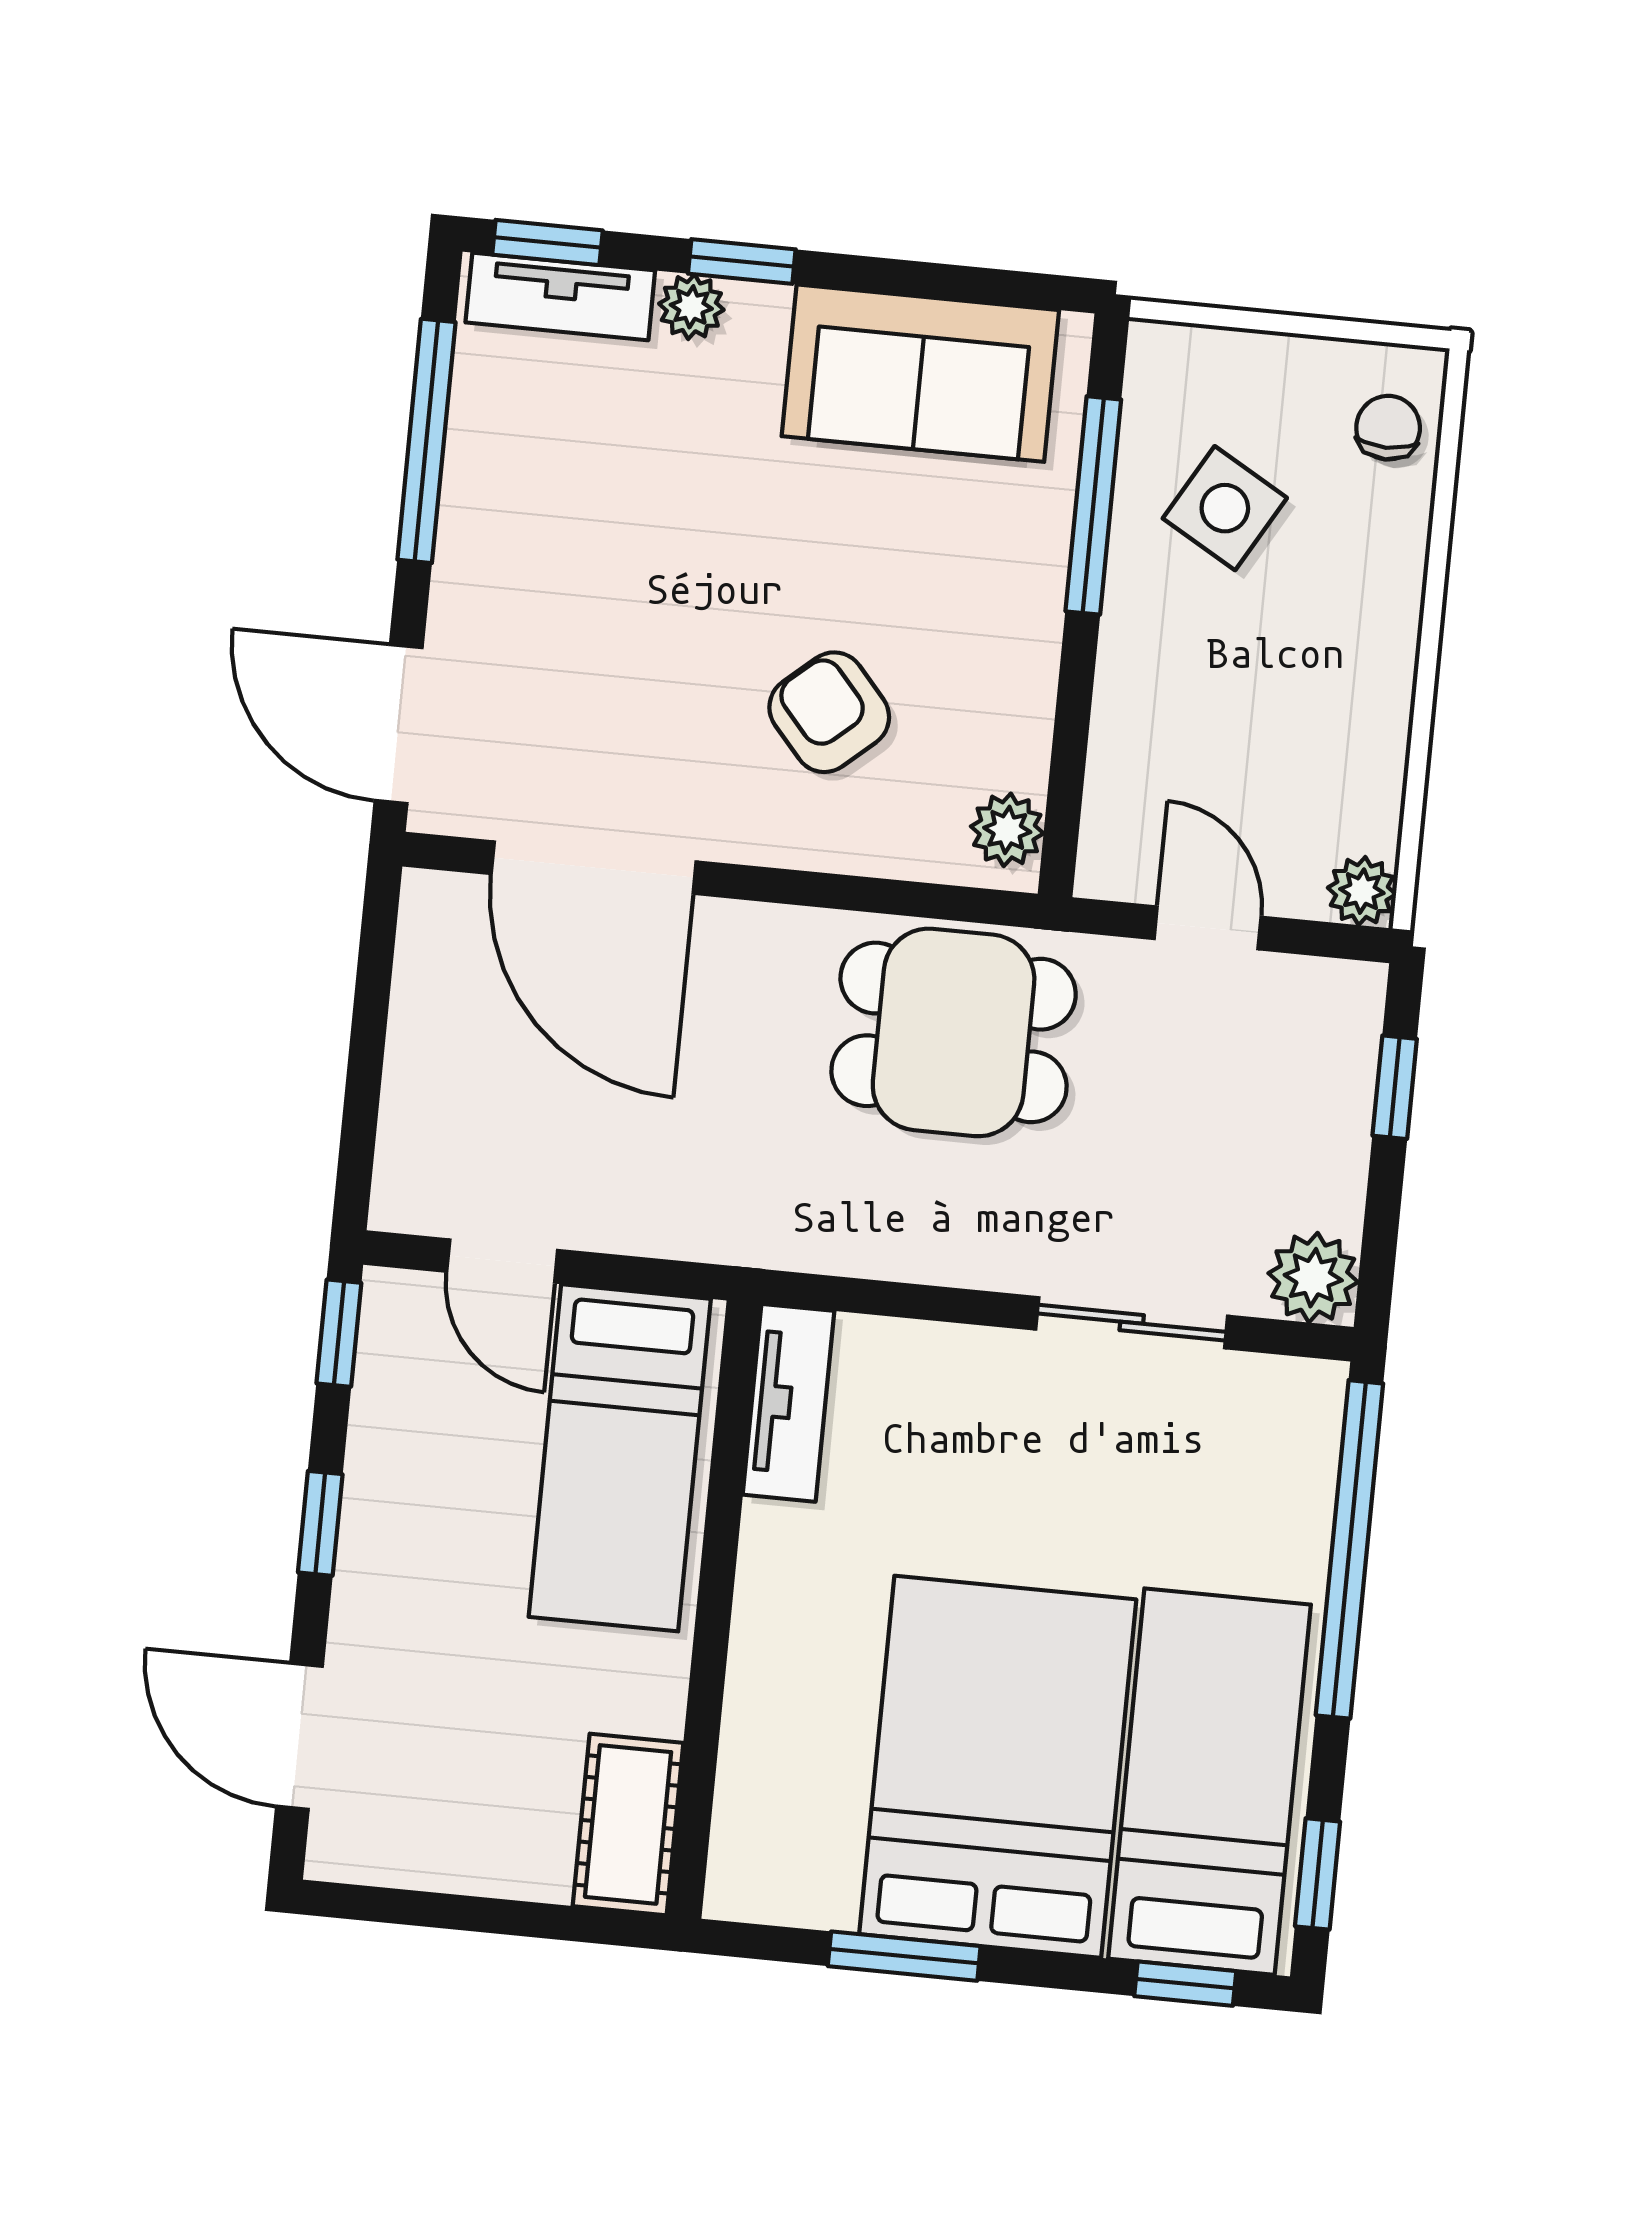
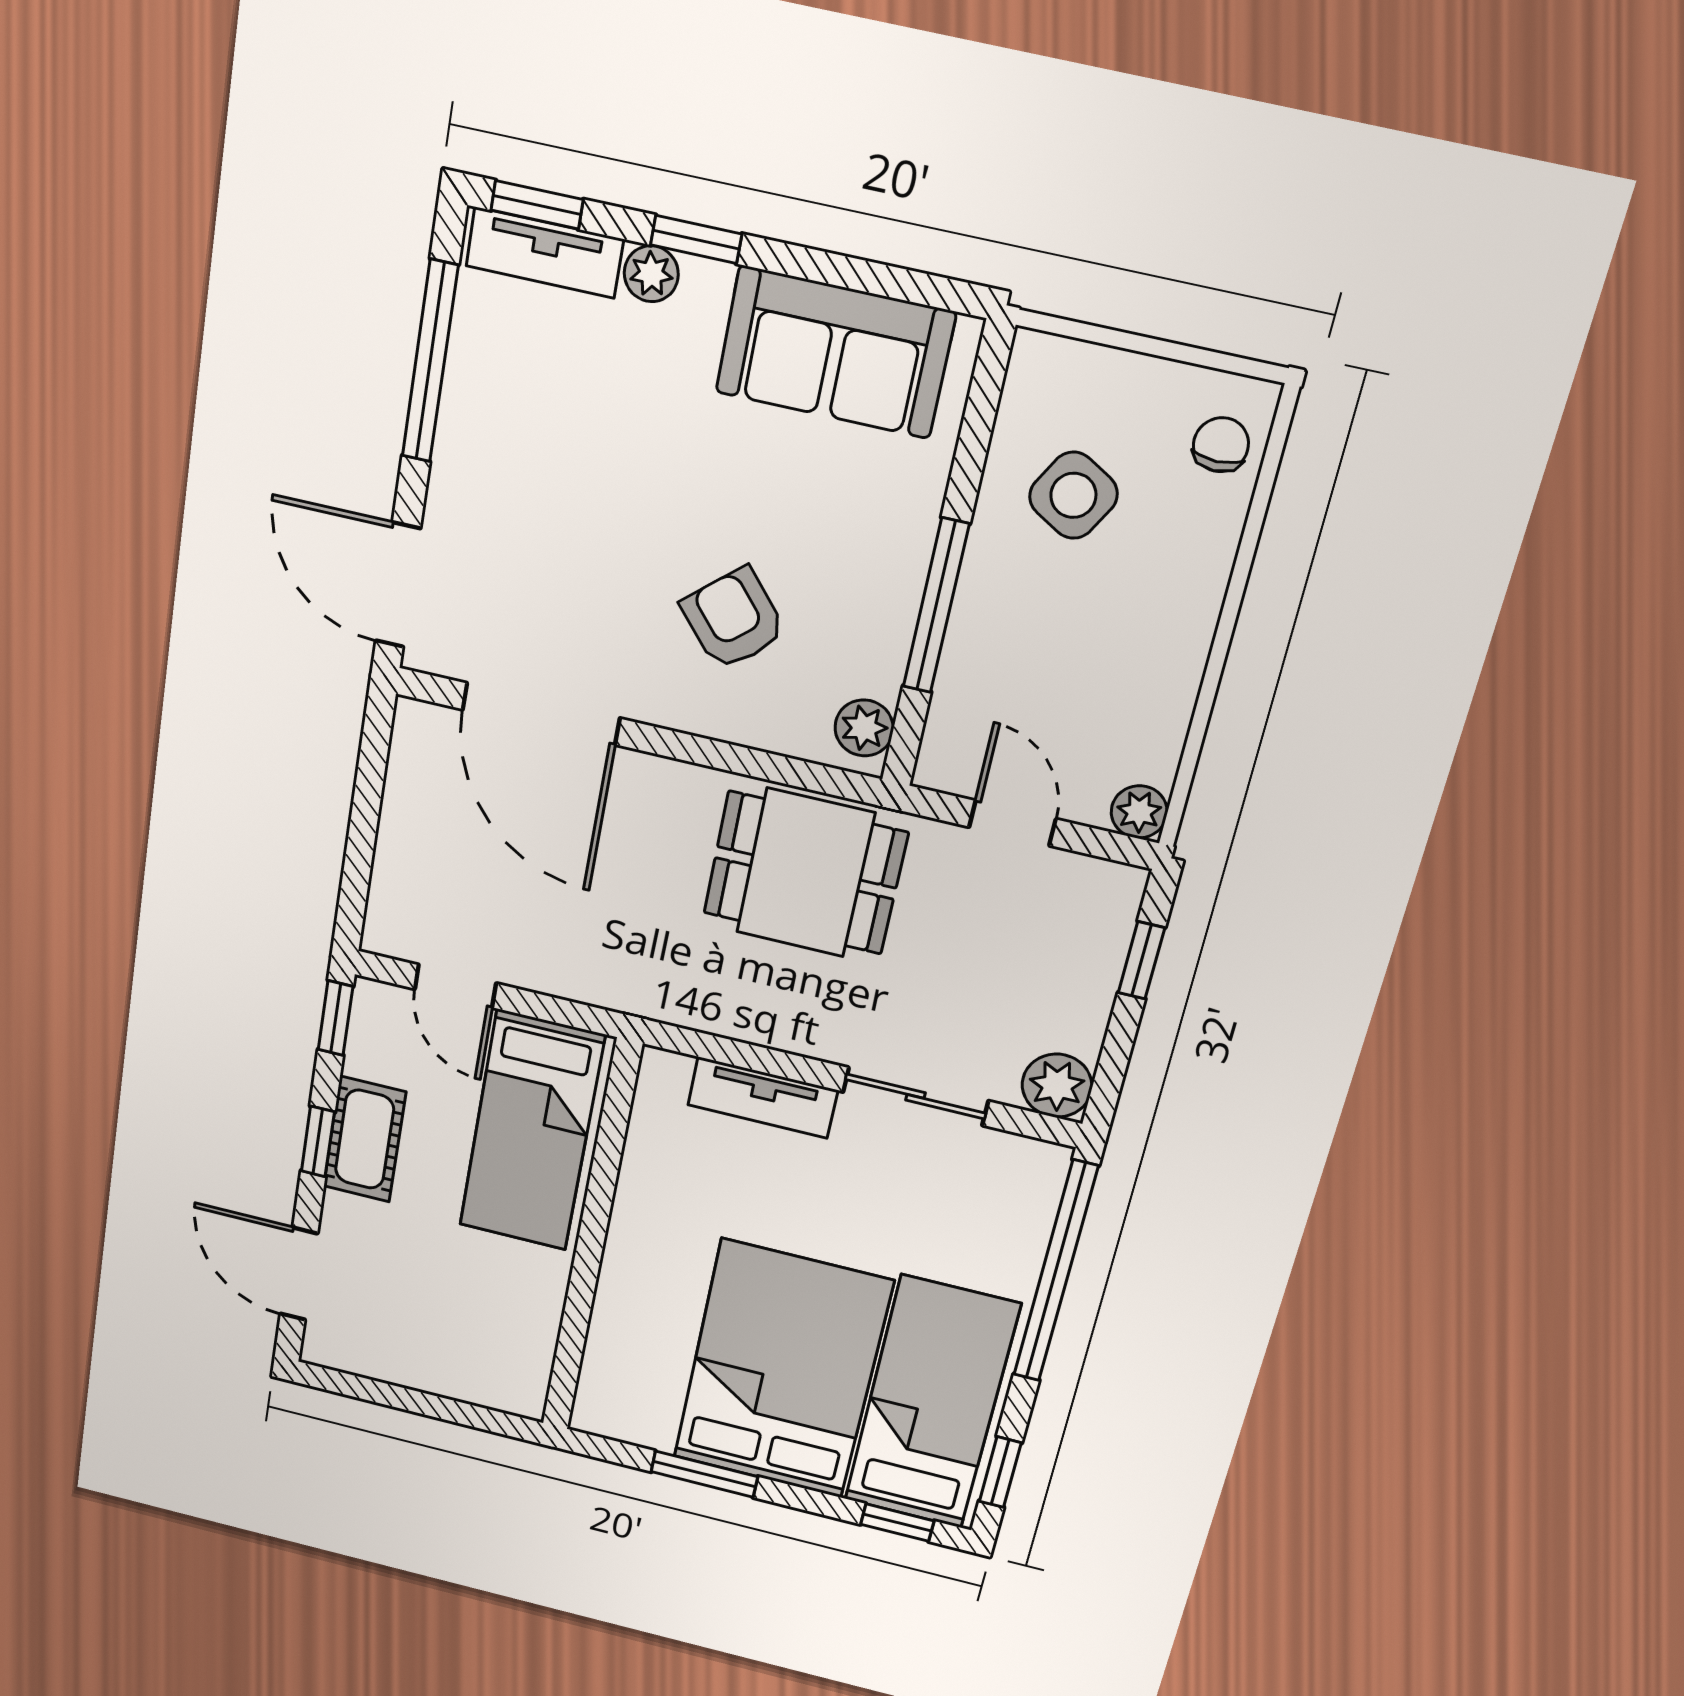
window: (1093, 505) -> (936, 606), moved
tv unit: (789, 1403) -> (763, 1098), moved, turned 90
cot: (628, 1824) -> (365, 1139), moved

